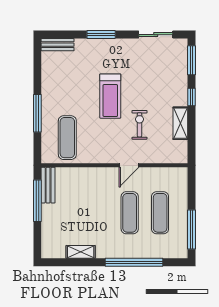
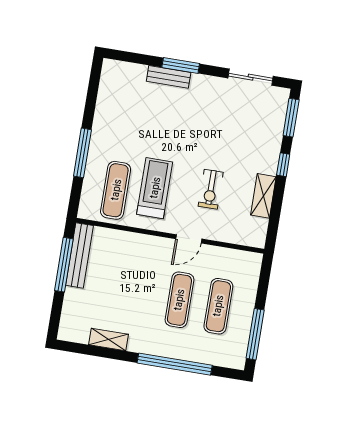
bench: (58, 45) -> (169, 77), moved
treadmill: (110, 96) -> (155, 188), moved, turned 180
exercise bike: (140, 125) -> (211, 189), turned 180
bench: (48, 185) -> (80, 255), width x1.36

